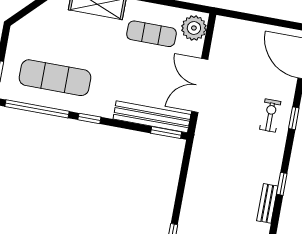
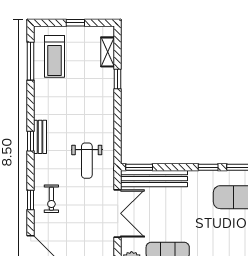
weight bench: (223, 151) -> (87, 161), added
bench: (267, 203) -> (40, 137), moved

